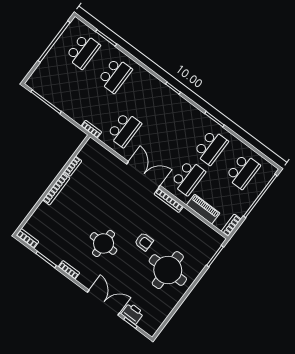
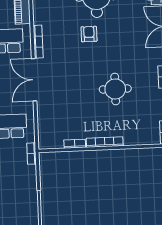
round table: (104, 243) -> (115, 89), moved

